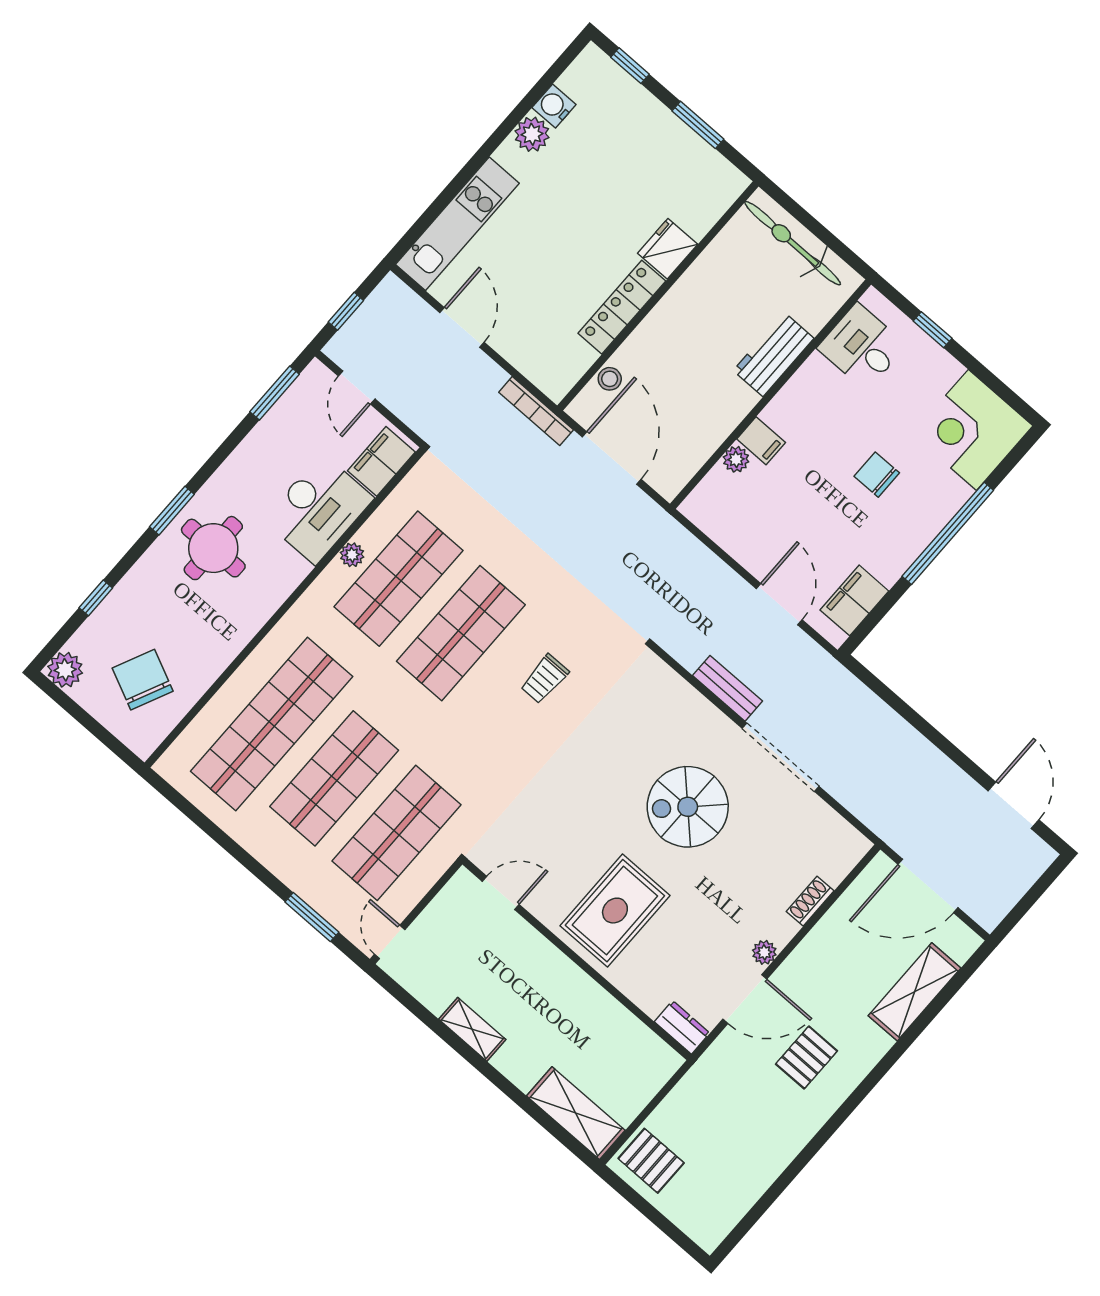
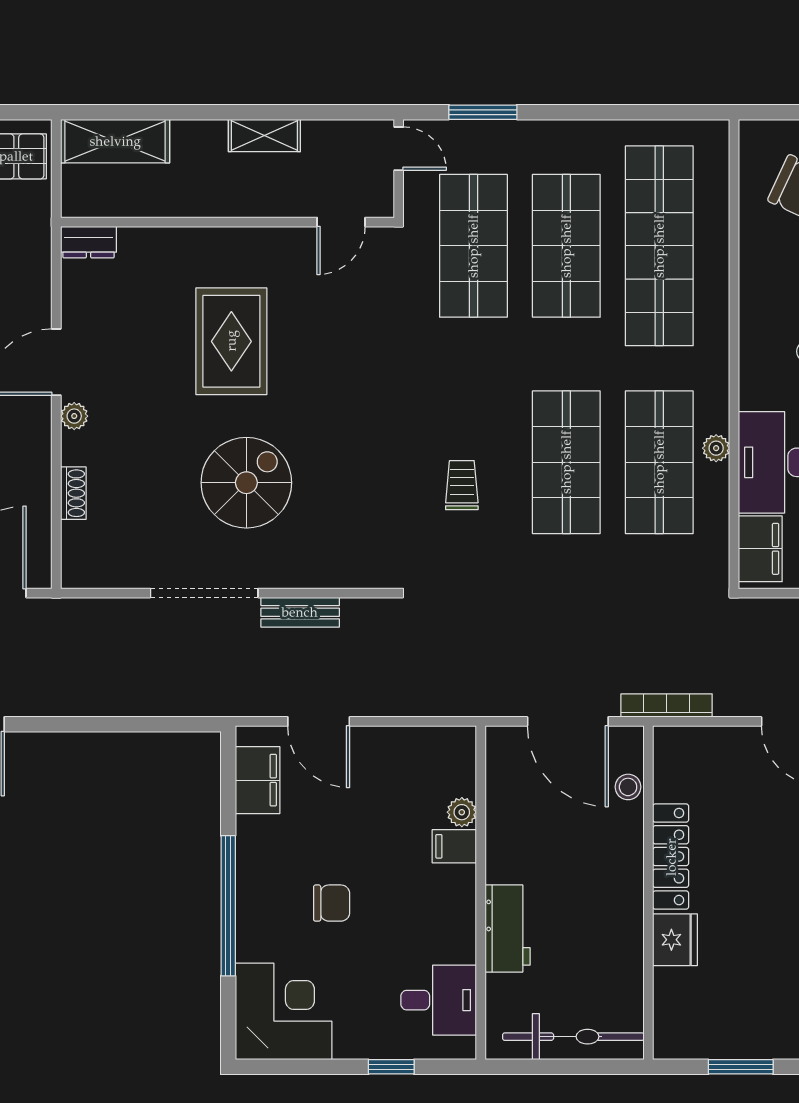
door: (501, 893) -> (341, 222), moved
wall: (577, 959) -> (227, 222), moved
dresser: (682, 1027) -> (89, 242), moved

